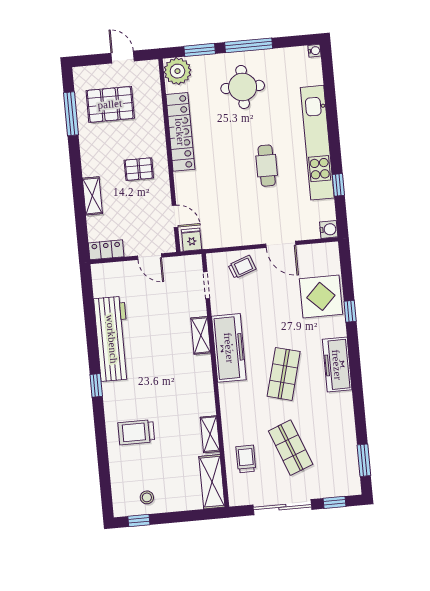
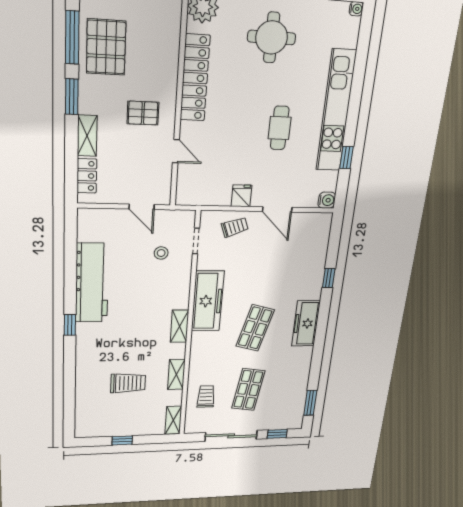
pallet: (110, 104) -> (106, 47), moved, turned 90
window: (76, 163) -> (72, 97), added
door: (175, 216) -> (176, 151), moved
fridge: (192, 240) -> (241, 196), moved
locker: (106, 250) -> (87, 176), moved, turned 90
display table: (321, 296) -> (305, 262), removed
shelving: (201, 335) -> (179, 326), moved
trolley: (136, 432) -> (128, 383), moved, turned 180
shop shelf: (291, 448) -> (248, 389), turned 30
shelving: (212, 482) -> (173, 420), width x0.67, depth x0.75
stool: (147, 497) -> (161, 253), moved
window: (139, 520) -> (122, 440), moved

